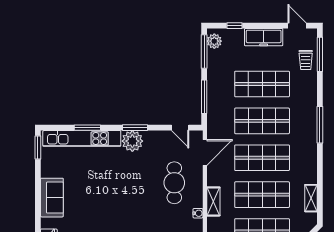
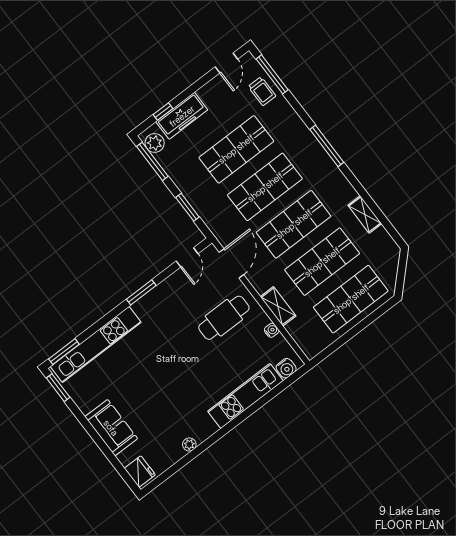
door: (297, 26) -> (226, 63), swing flipped
freezer: (264, 37) -> (182, 116), moved
window: (204, 97) -> (187, 207), width x0.69
window: (87, 128) -> (64, 352), moved
door: (180, 128) -> (187, 257), hinge flipped
plant: (132, 141) -> (149, 308), removed
cafe table: (174, 183) -> (224, 318), turned 90
shelving: (311, 198) -> (365, 214), moved

